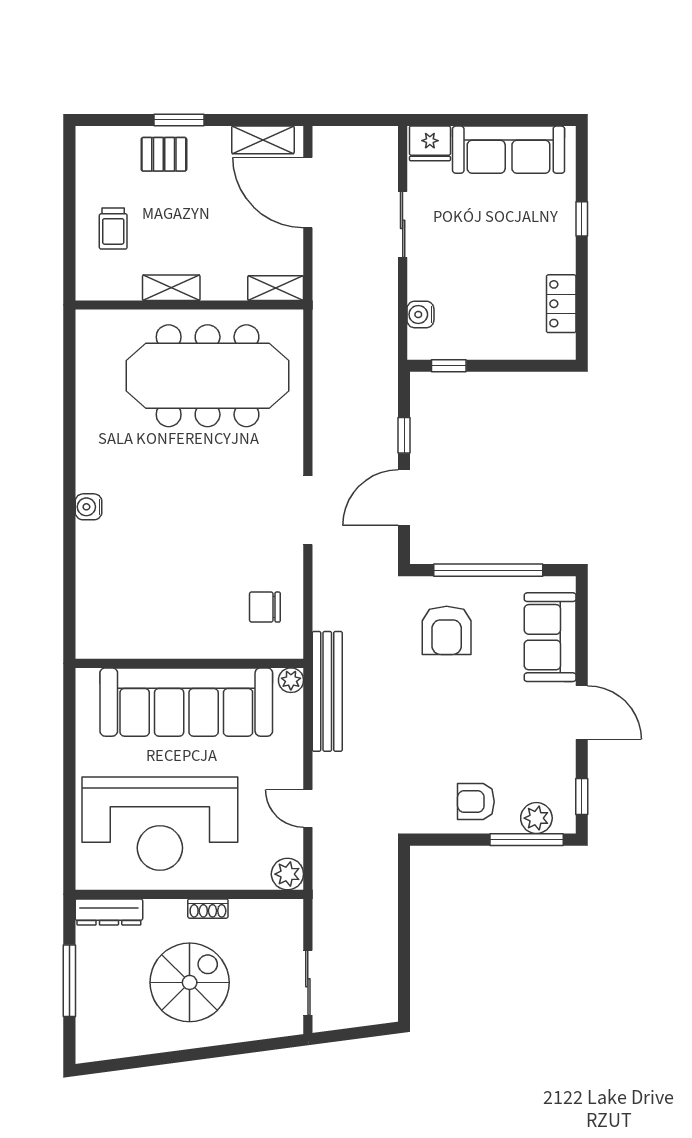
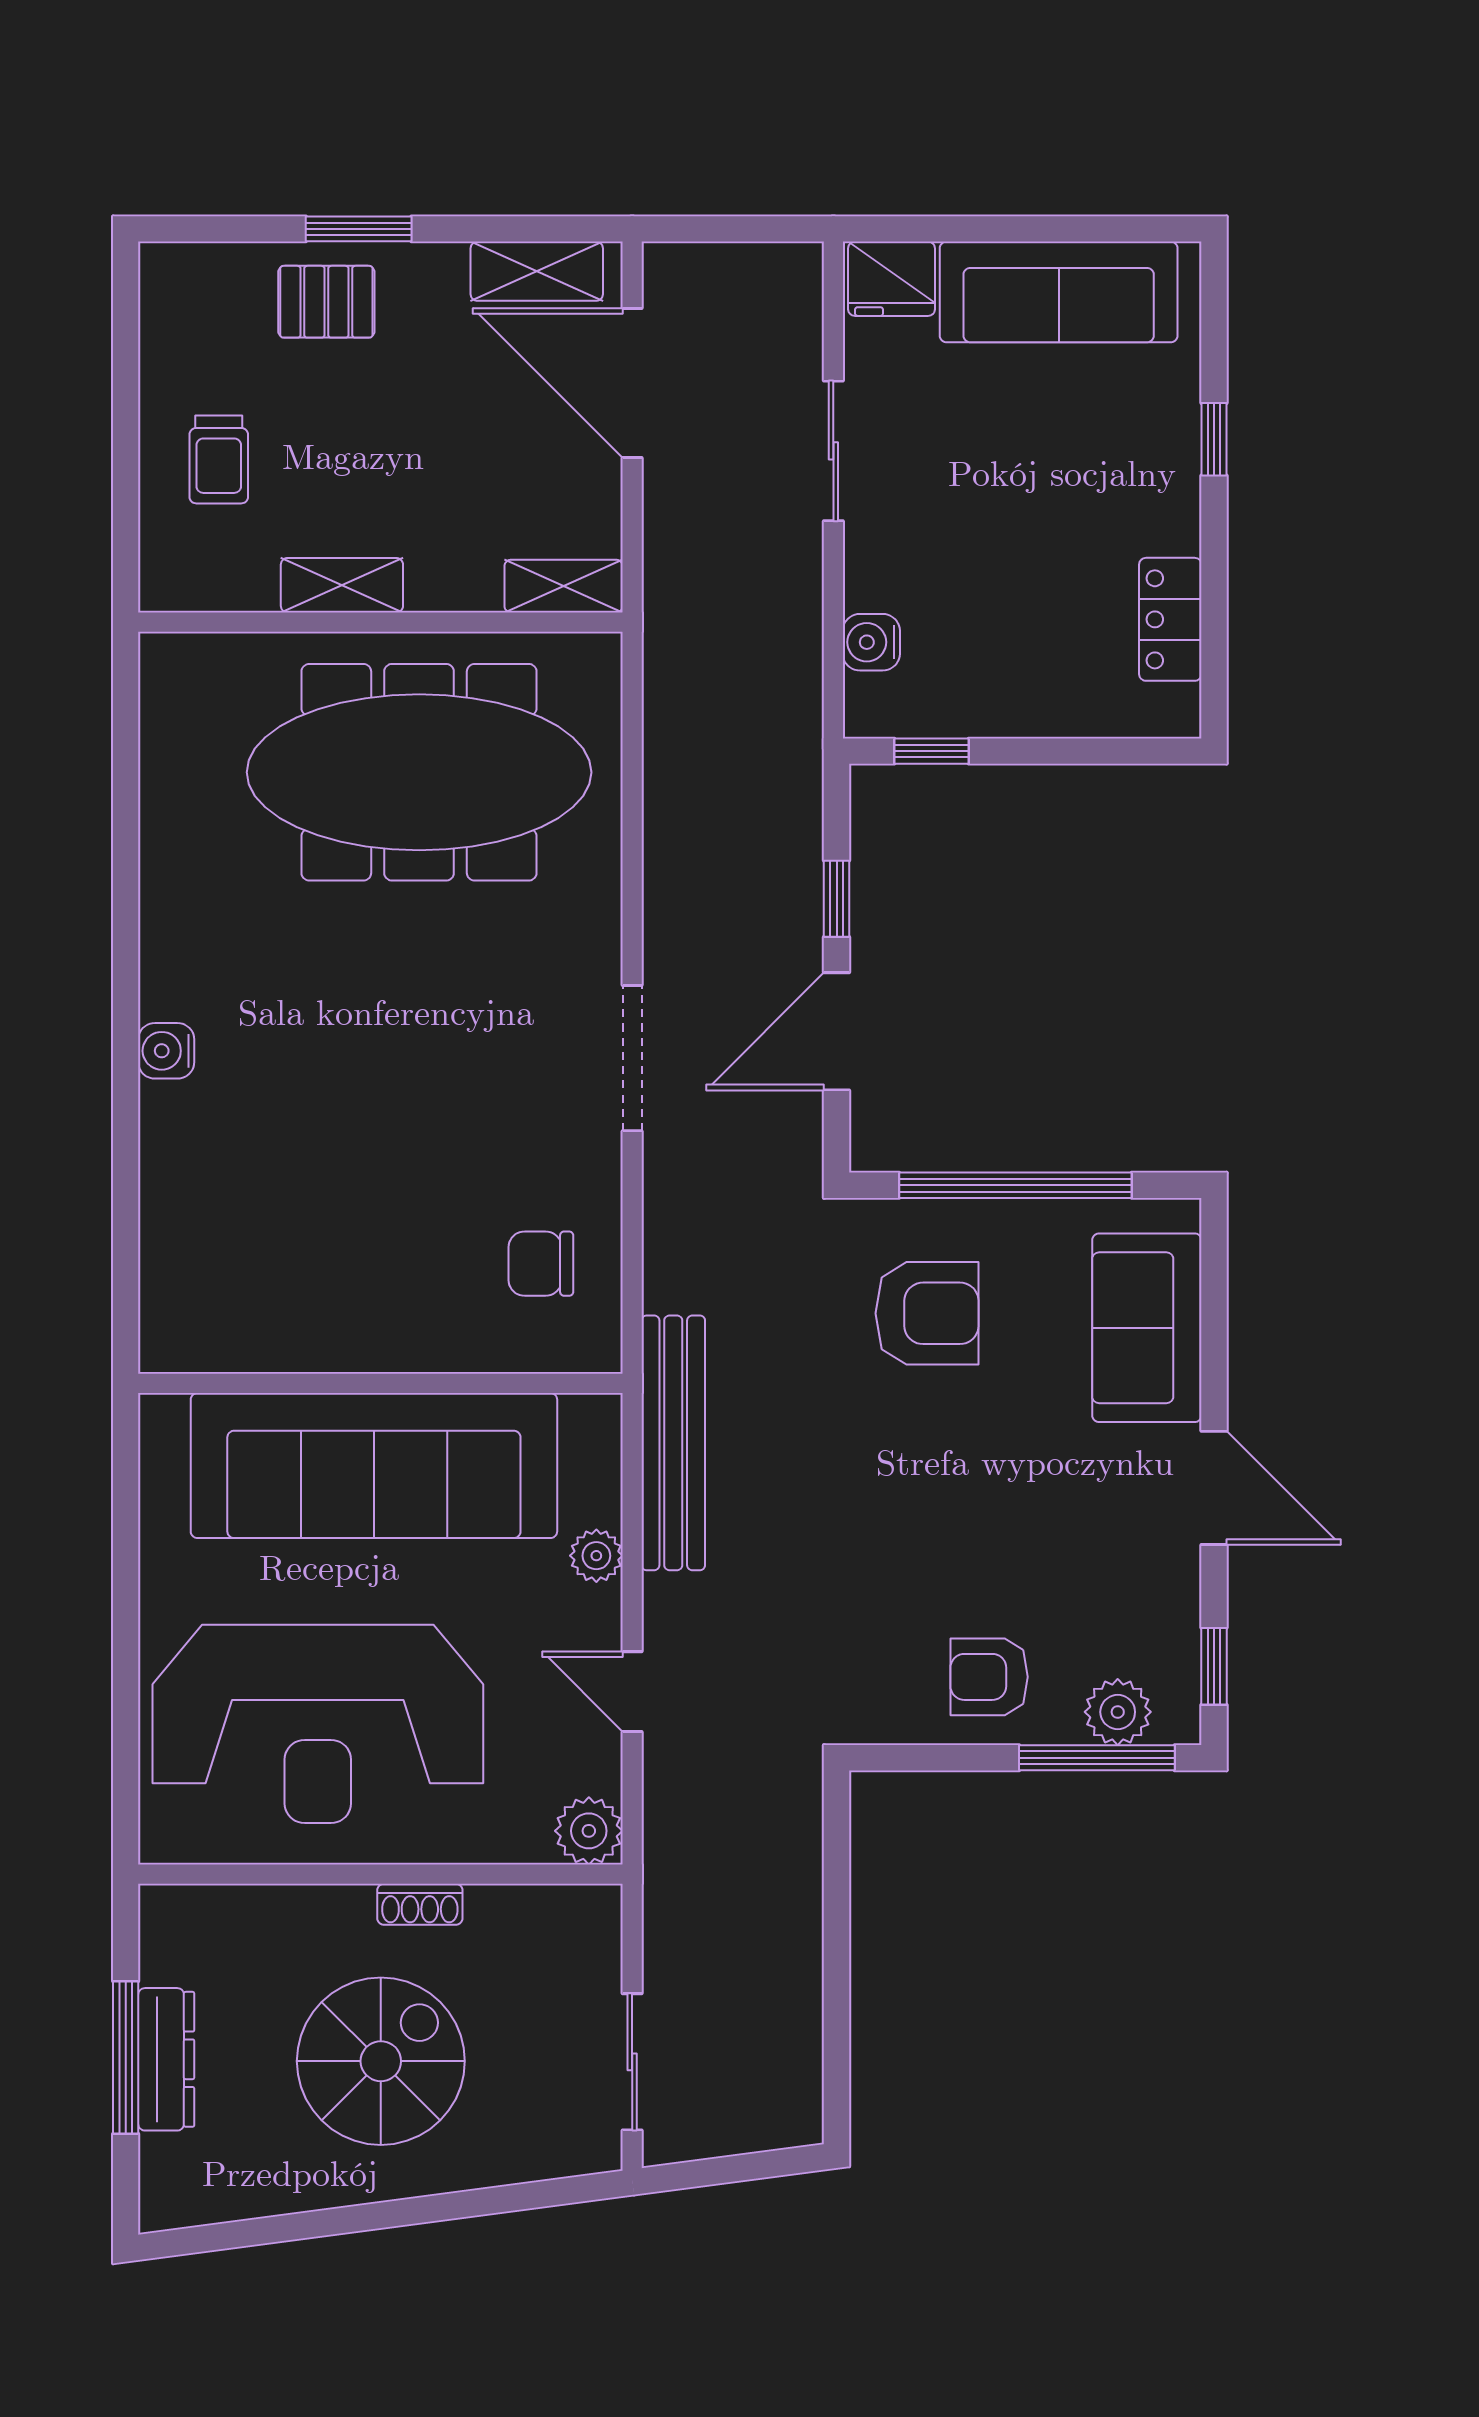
armchair: (447, 630) -> (927, 1313), turned -90
plant: (291, 680) -> (596, 1556), moved
dresser: (109, 912) -> (166, 2059), moved, turned -90

